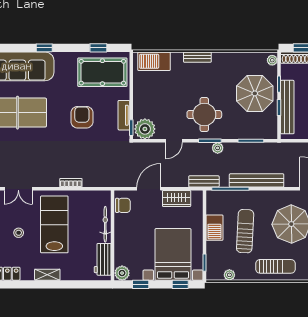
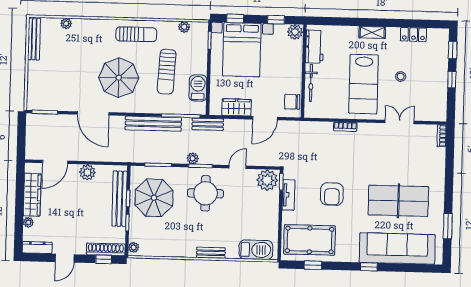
parasol: (255, 93) -> (154, 198), moved
barbecue: (214, 228) -> (198, 88), moved
sun lounger: (276, 266) -> (136, 34), turned 180

